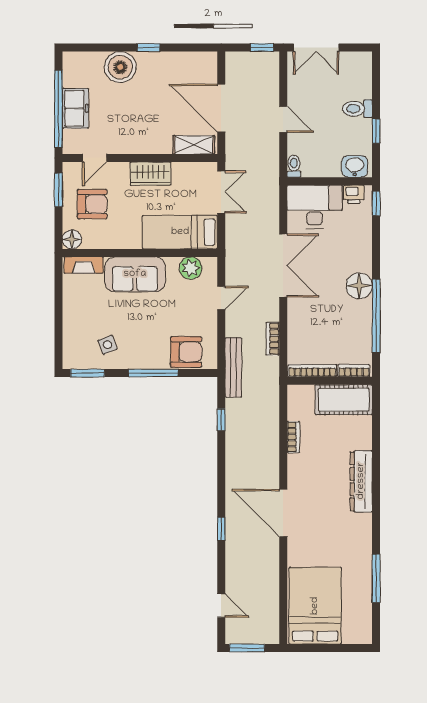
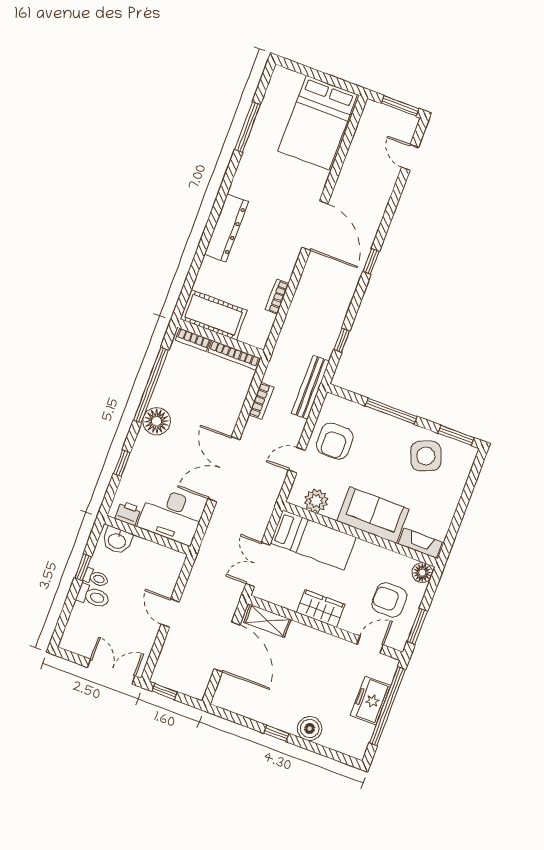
boiler: (120, 67) -> (310, 729), width x0.73, depth x0.73
toilet: (294, 166) -> (96, 578), moved, turned -90
window: (376, 203) -> (122, 463), moved
side table: (108, 345) -> (426, 456), width x1.87, depth x1.87
armchair: (186, 352) -> (335, 441), moved, turned -90
window: (221, 529) -> (371, 261), moved

